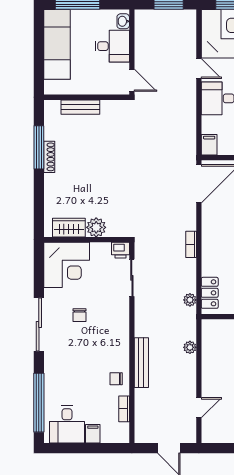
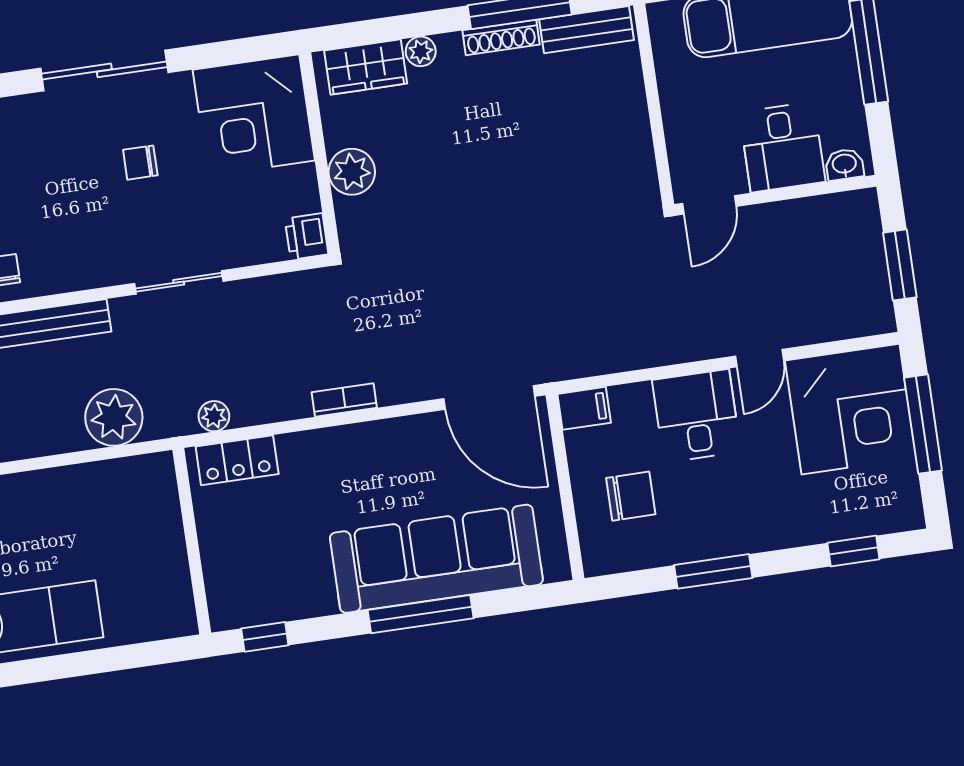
bench: (80, 107) -> (587, 30), moved, turned 90
plant: (50, 191) -> (421, 51), added
wardrobe: (69, 228) -> (366, 67), moved, turned 90
sliding door: (132, 278) -> (179, 282), moved
plant: (190, 347) -> (114, 417), width x1.87, depth x1.87

